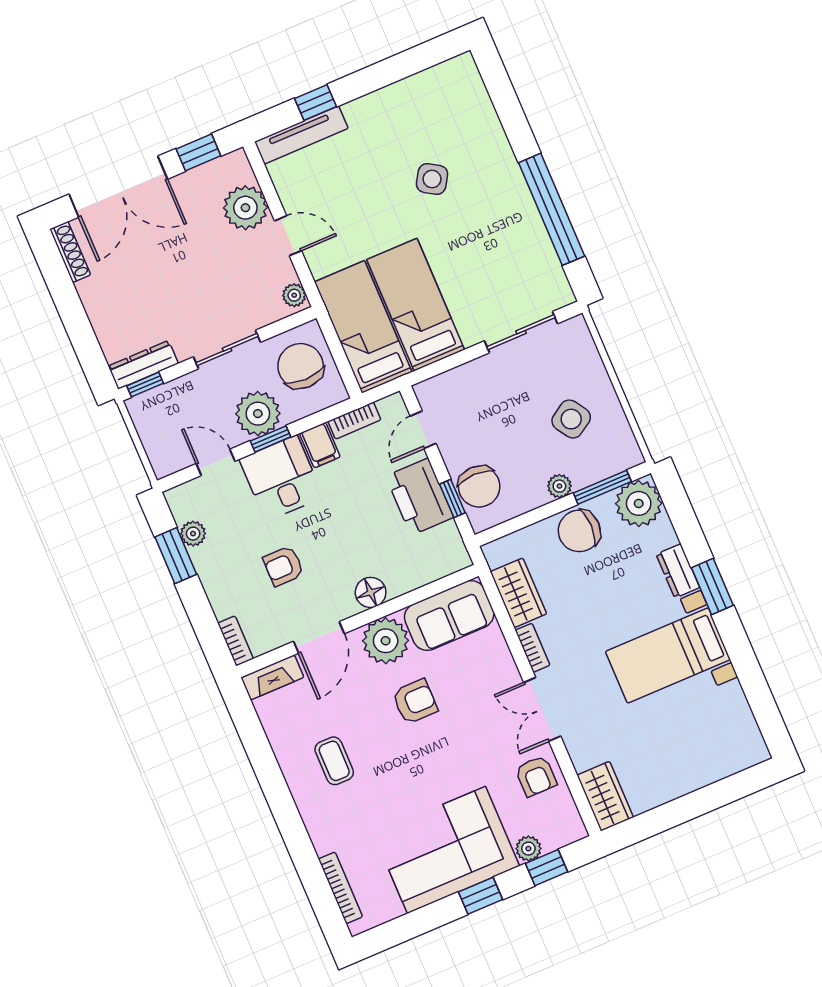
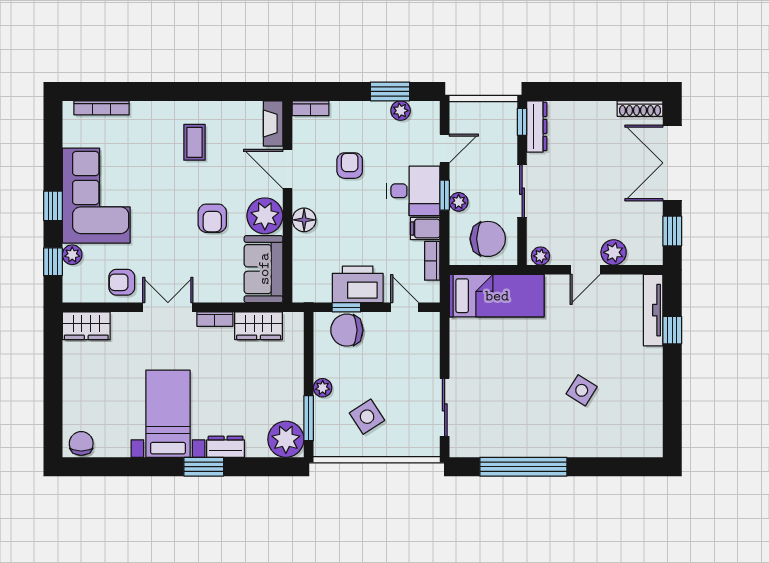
plant: (245, 208) -> (614, 252), width x0.73, depth x0.73
bed: (416, 305) -> (497, 340), removed
plant: (258, 414) -> (459, 202), width x0.53, depth x0.53
chair: (579, 531) -> (81, 443), moved, width x0.73, depth x0.73
coffee table: (334, 761) -> (194, 142), turned 90

